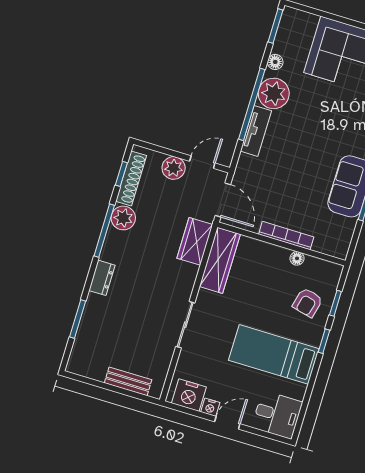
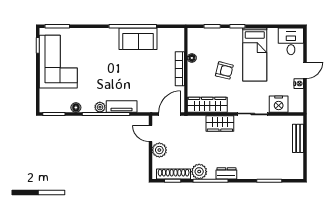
plant: (274, 93) -> (100, 107), width x0.53, depth x0.53
wardrobe: (195, 241) -> (220, 123), moved
dresser: (102, 278) -> (226, 173), moved
armchair: (308, 303) -> (224, 70), moved
nightstand: (189, 395) -> (279, 104), moved, turned 90
door: (227, 423) -> (305, 70), swing flipped

